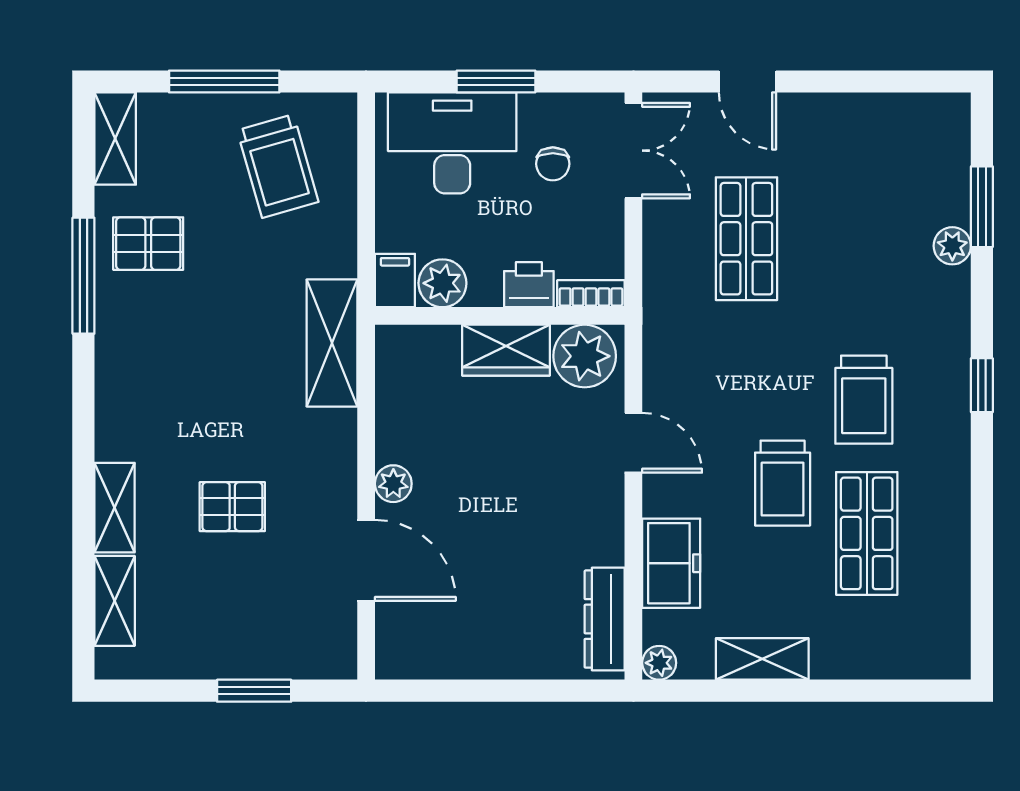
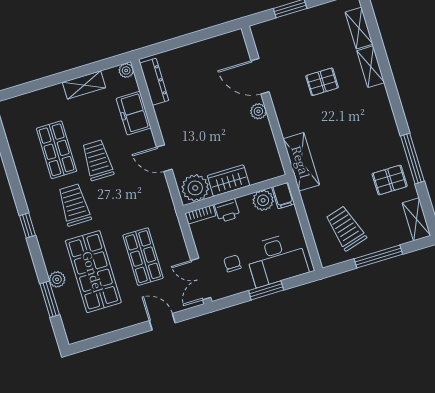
shop shelf: (867, 239) -> (93, 272), added

